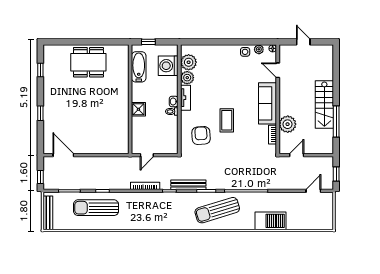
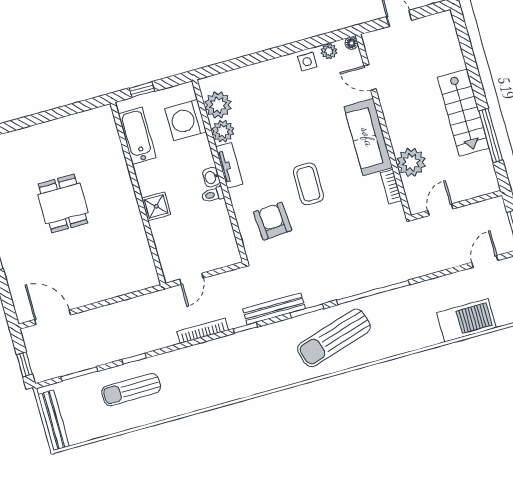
dining table: (88, 62) -> (63, 203), moved, width x0.73
sun lounger: (96, 208) -> (131, 390), width x0.73, depth x0.75
barbecue: (271, 221) -> (466, 320), moved

